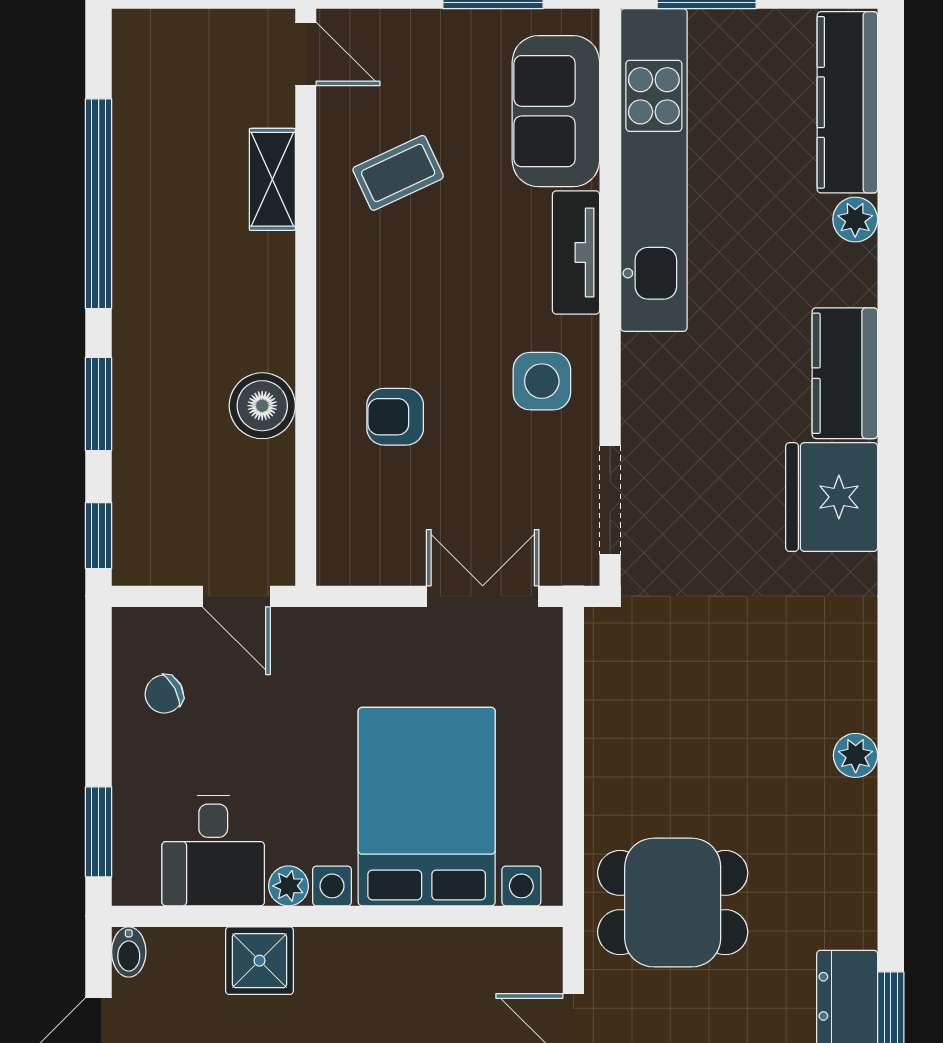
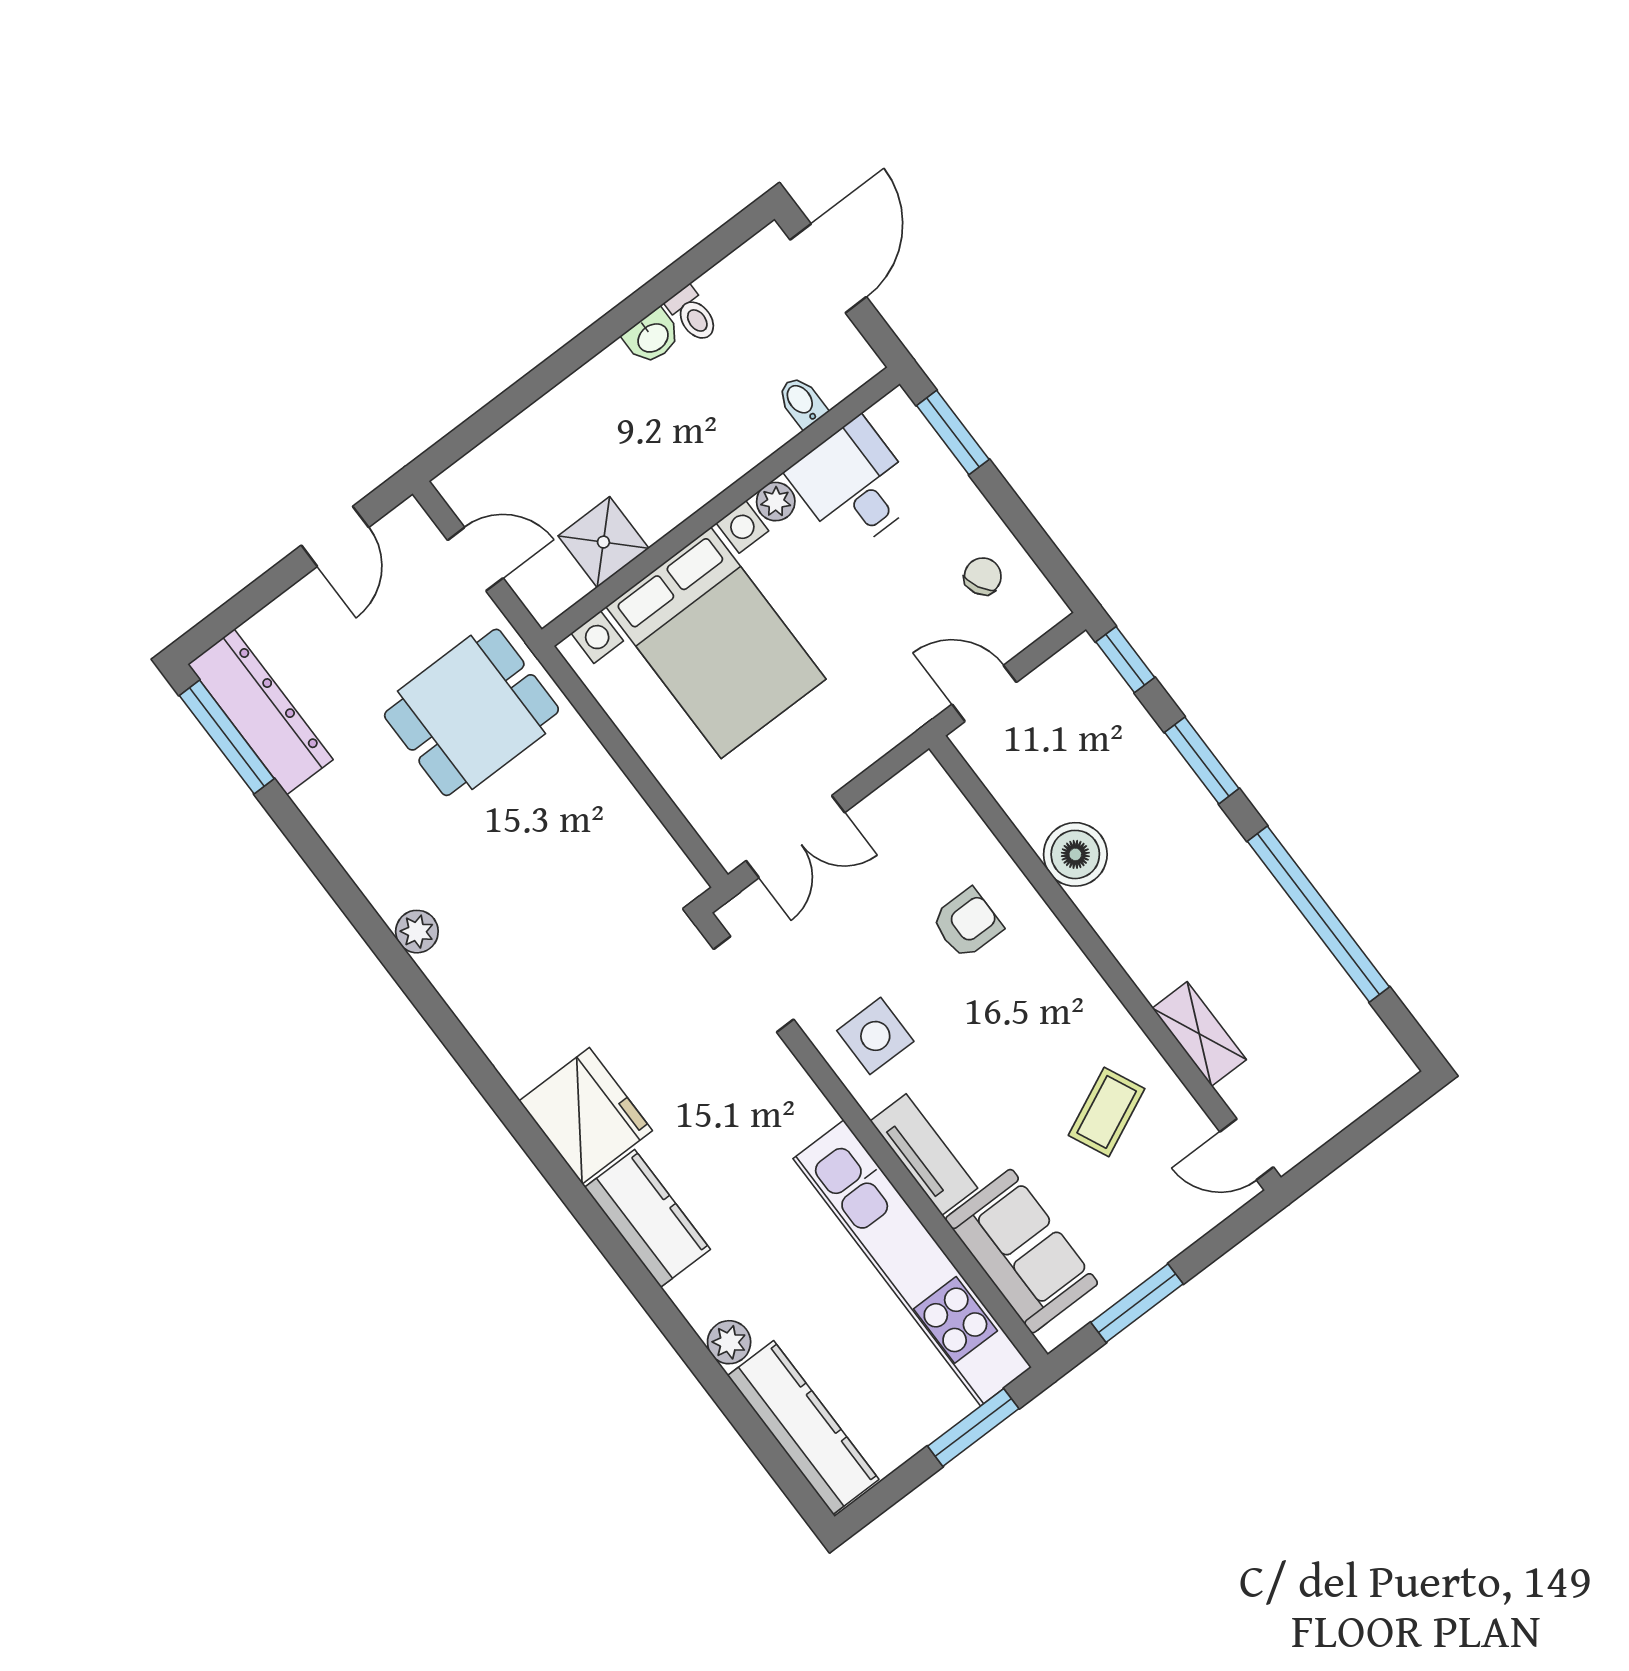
bidet: (129, 952) -> (802, 402), moved
shower: (260, 961) -> (603, 542), moved

